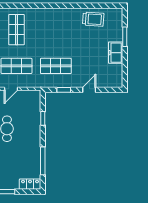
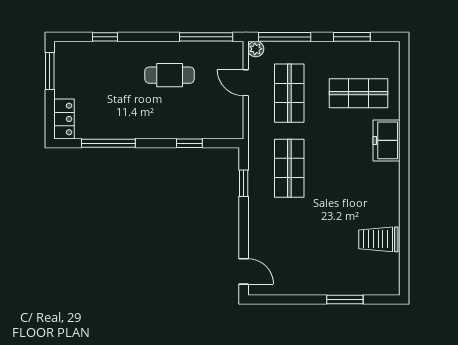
trolley: (93, 19) -> (378, 239), turned 86
freezer: (116, 53) -> (387, 140), moved, turned -90
door: (89, 90) -> (244, 271), moved

